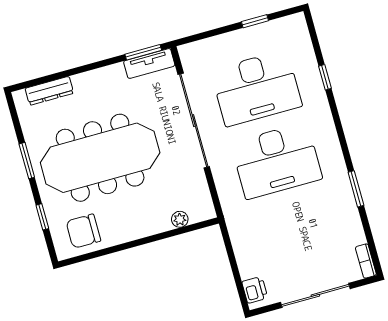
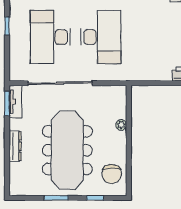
desk: (256, 88) -> (50, 37), turned 180
dresser: (49, 91) -> (15, 146), moved
plant: (180, 219) -> (121, 125), moved

